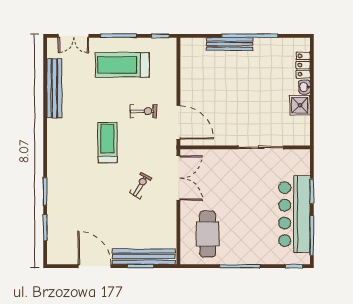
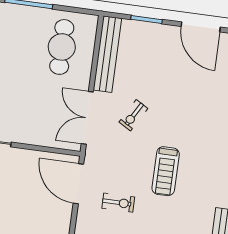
exercise bike: (143, 111) -> (118, 203), turned 180
bench: (144, 257) -> (107, 54), moved, turned 90

